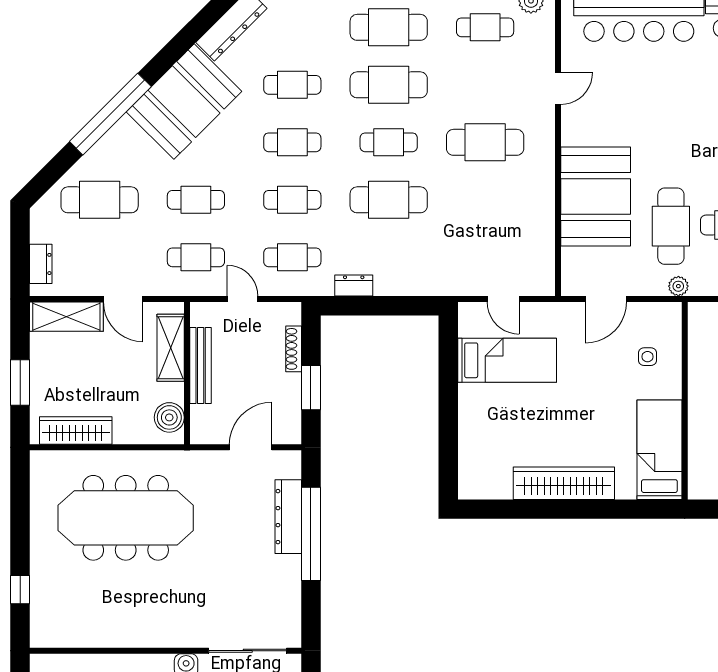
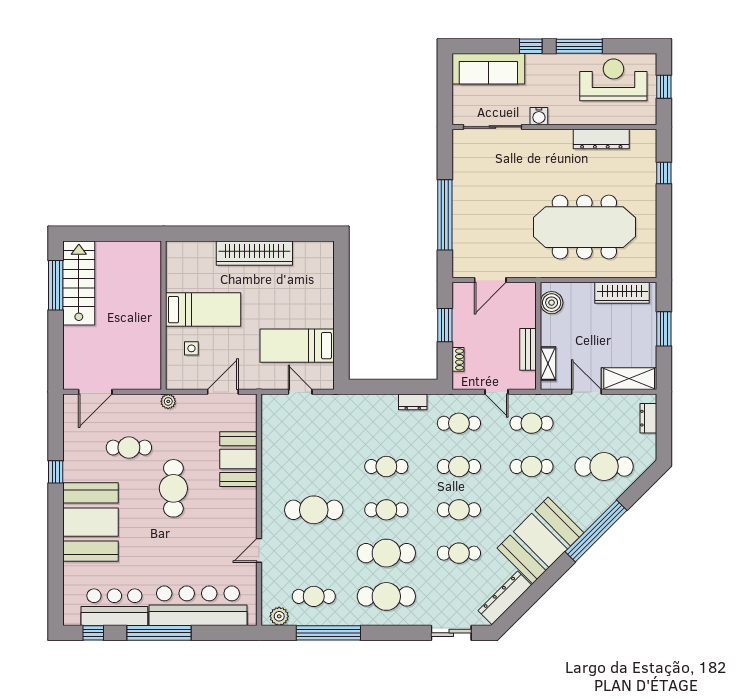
booth: (596, 196) -> (238, 459), width x0.73, depth x0.70
cafe table: (389, 200) -> (386, 467), width x0.73, depth x0.74
cafe table: (671, 226) -> (173, 488), moved
shelving: (171, 348) -> (548, 364), width x0.67, depth x0.75
shoe rack: (294, 349) -> (458, 359), width x0.70
bench: (201, 365) -> (528, 349), width x0.73
bed: (659, 450) -> (203, 310), moved, turned -90
dresser: (288, 517) -> (601, 139), moved, turned 90

